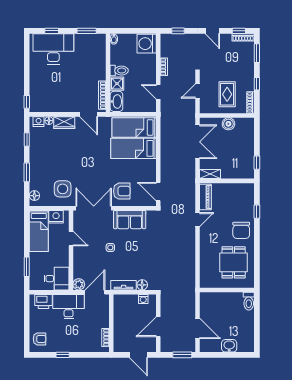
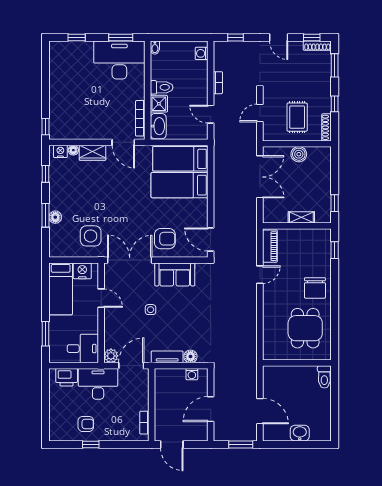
washing machine: (147, 44) -> (202, 53), width x0.53, depth x0.53
desk: (53, 49) -> (119, 60), moved
shelving: (210, 174) -> (301, 217), moved
floor lamp: (34, 196) -> (55, 217), moved
window: (257, 212) -> (335, 250), moved
armchair: (40, 339) -> (86, 424), moved
door: (138, 355) -> (172, 444), moved

